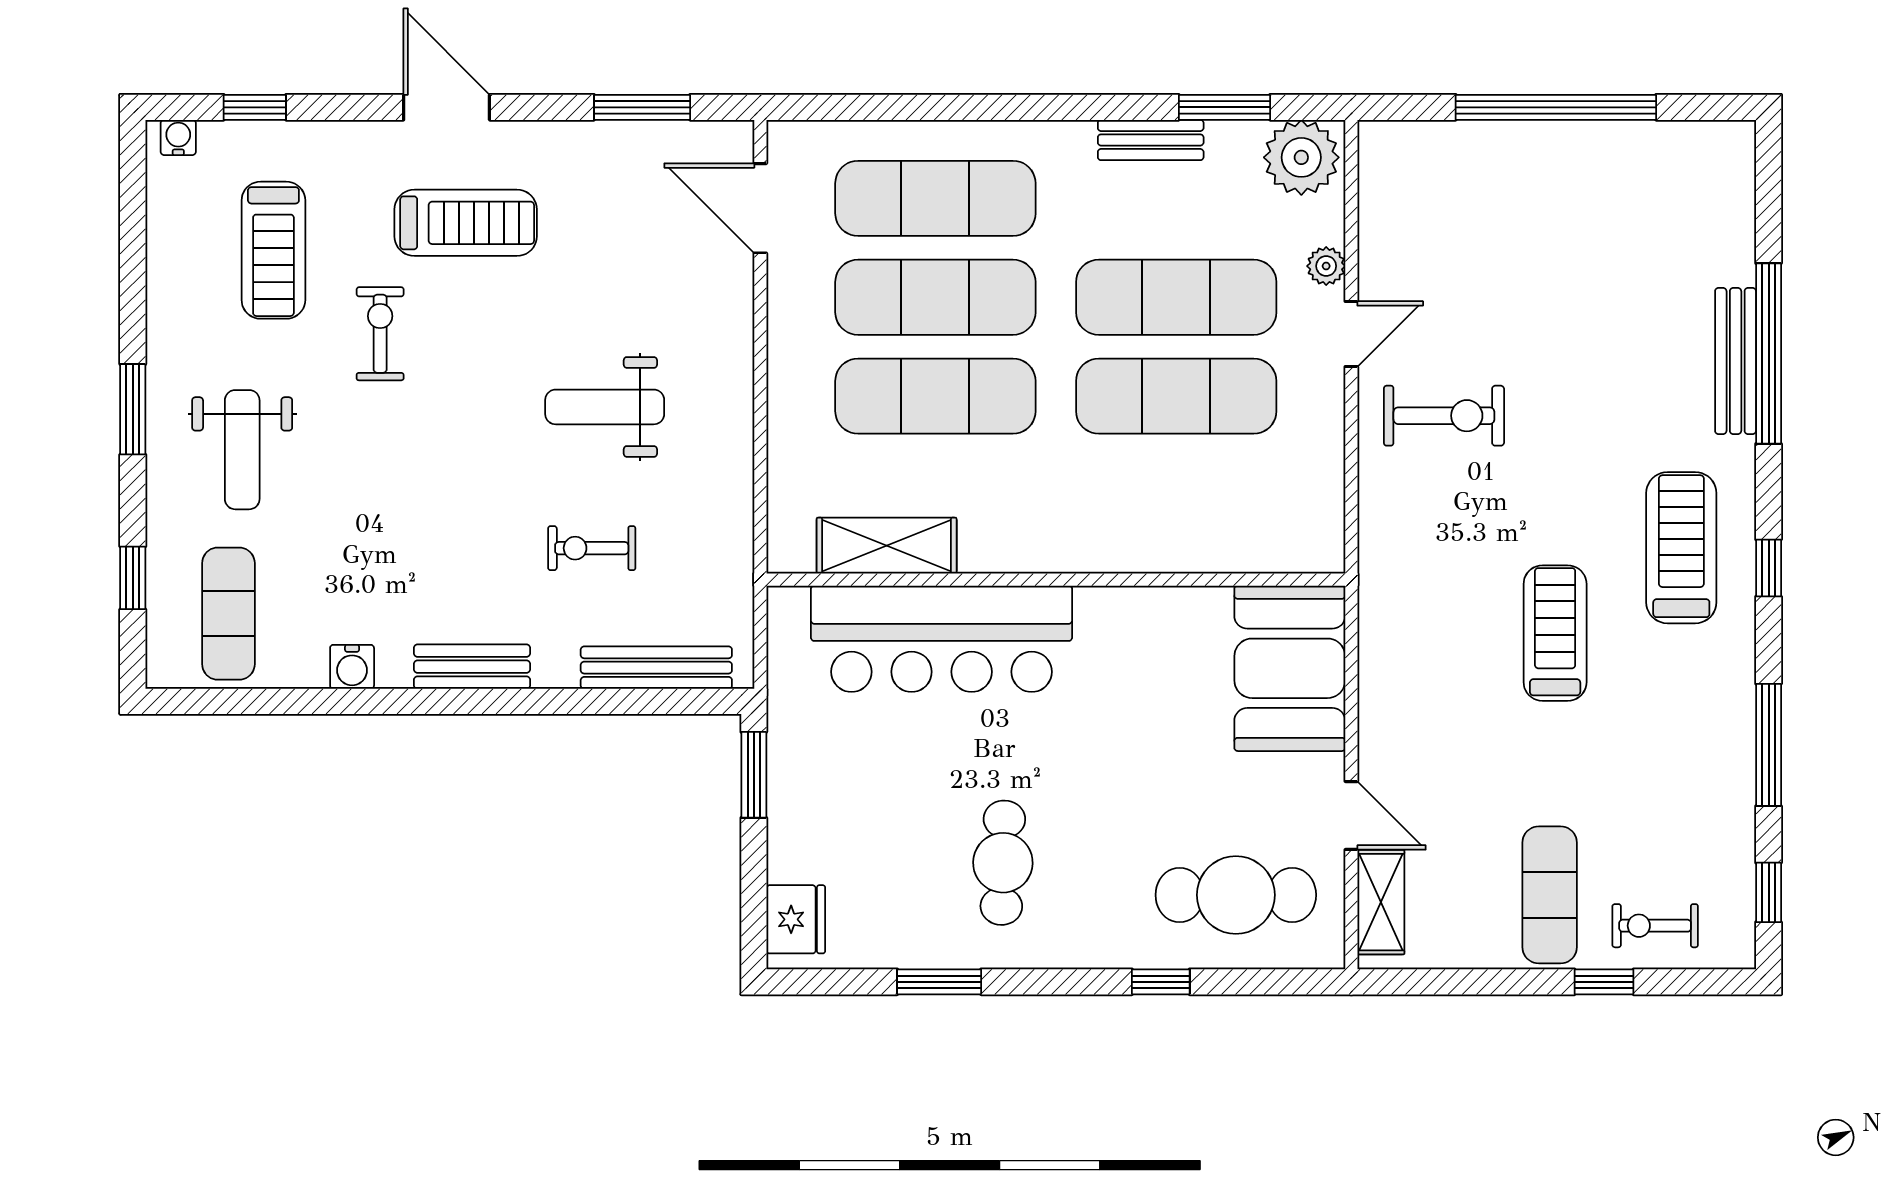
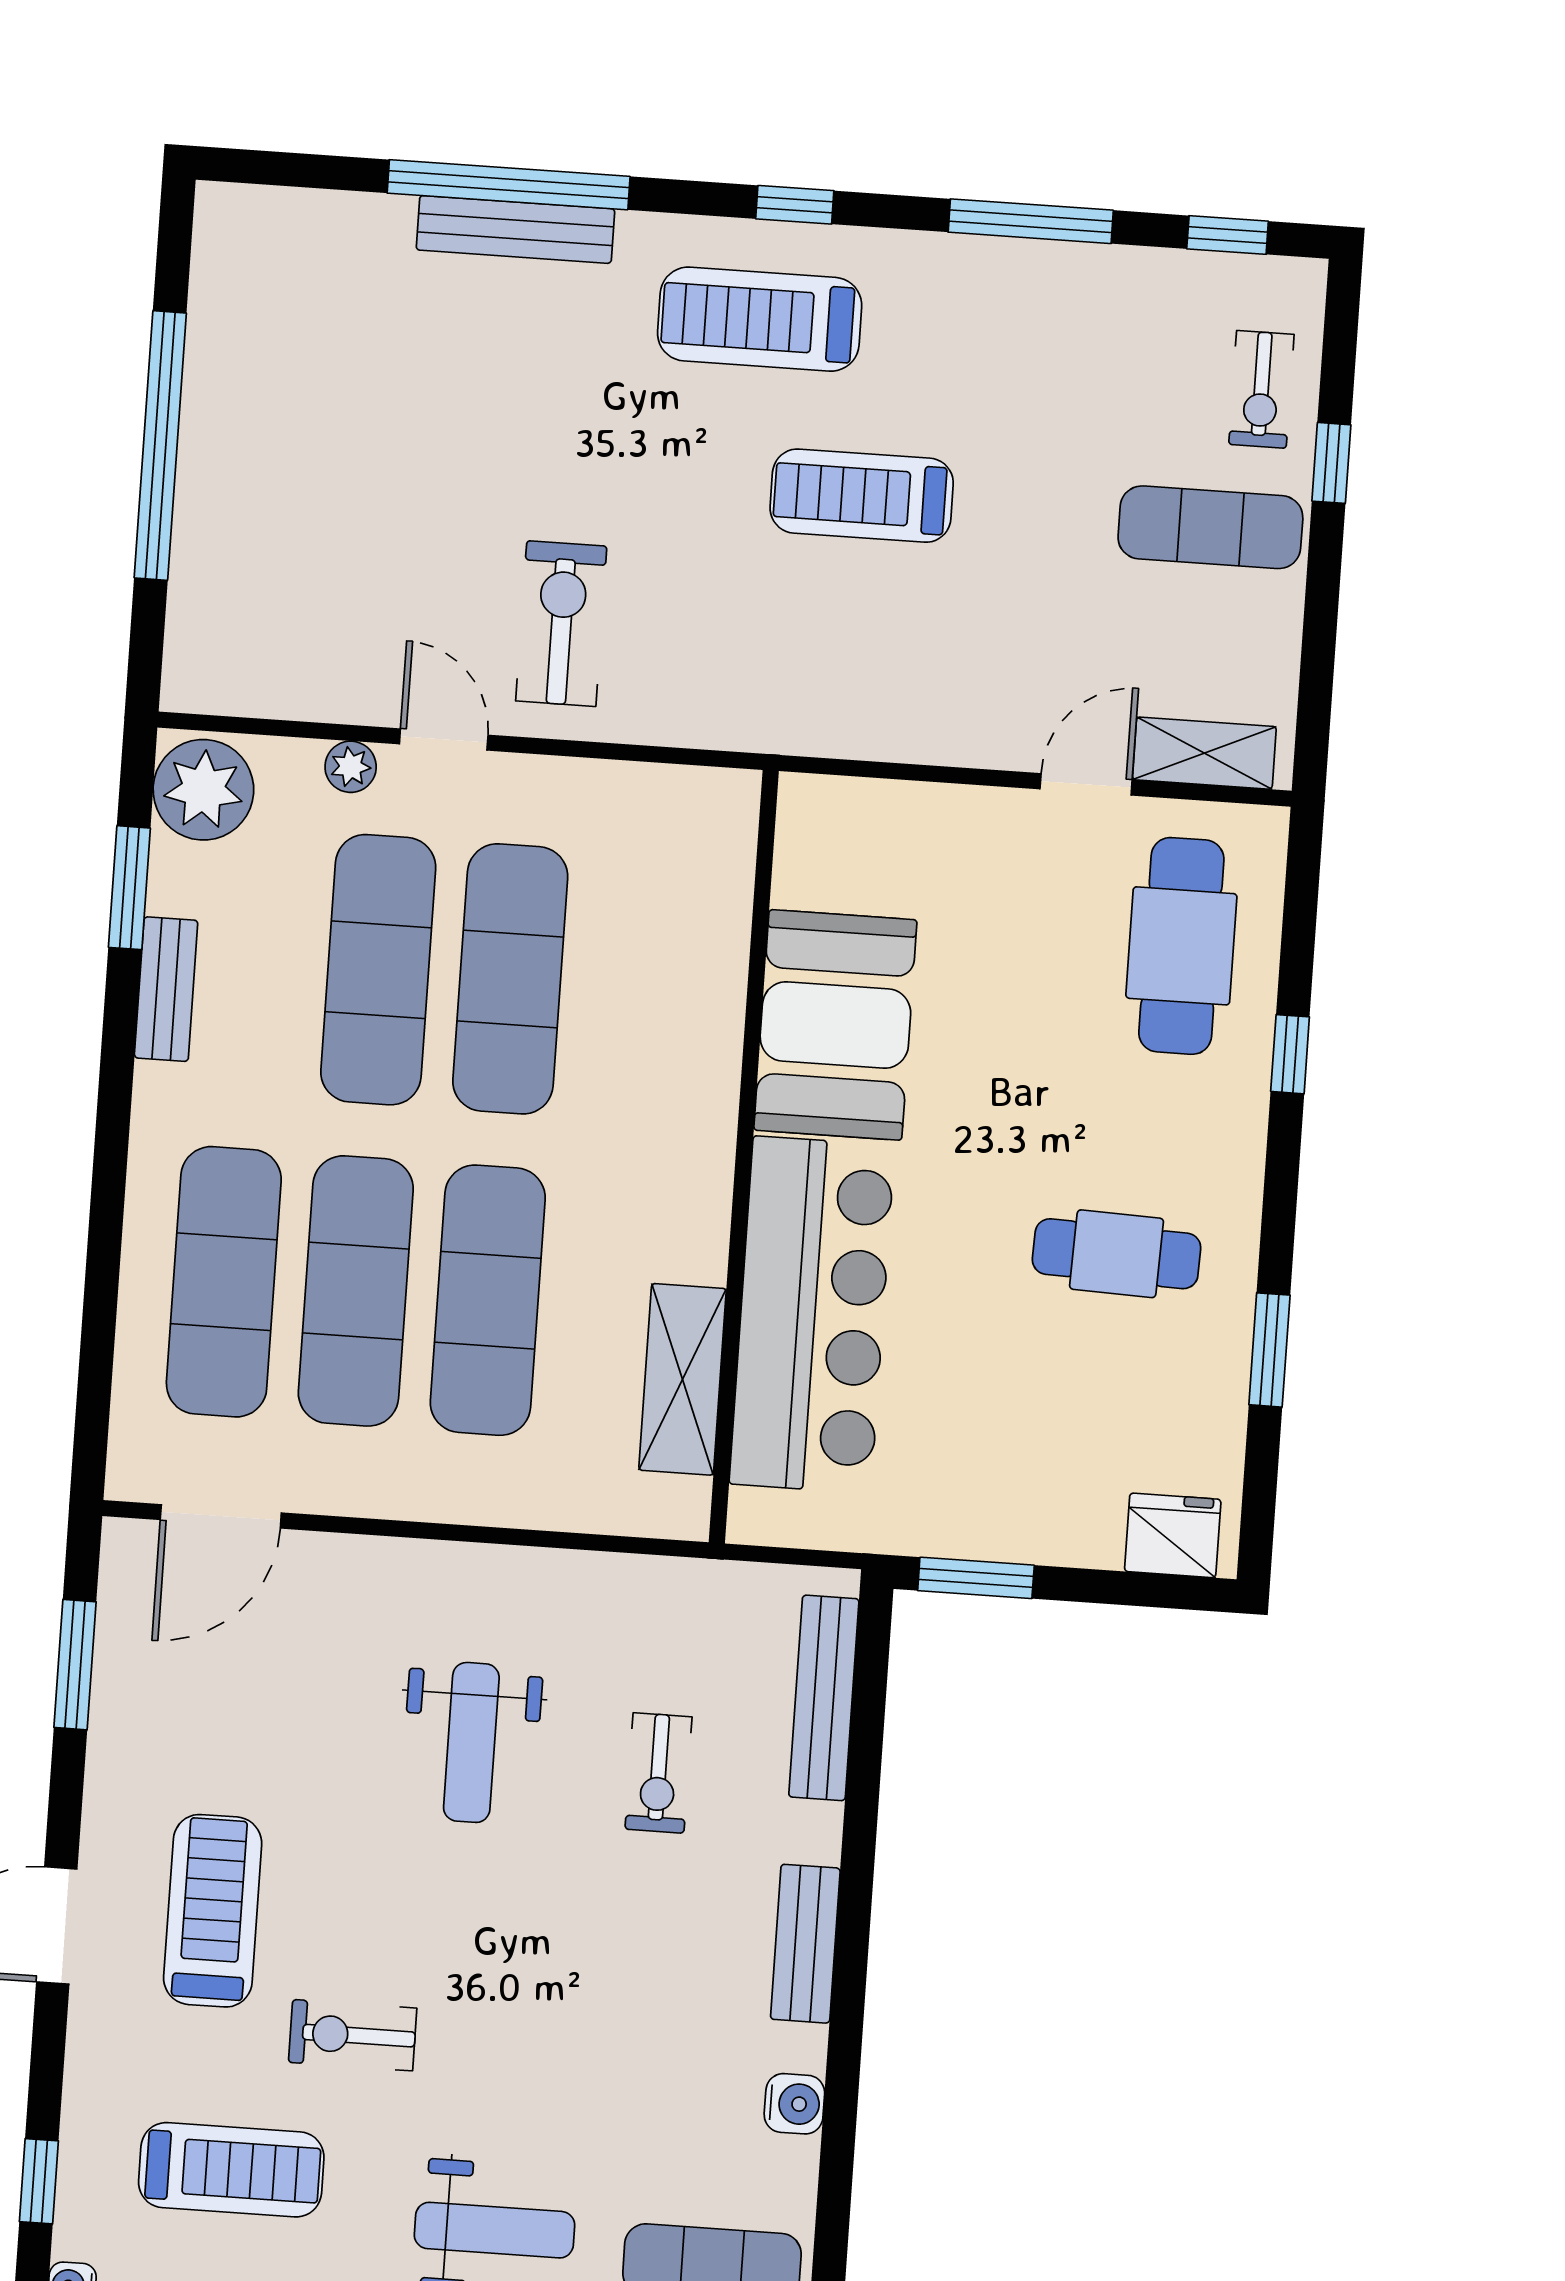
booth: (1290, 668) -> (835, 1025), moved, turned 90

